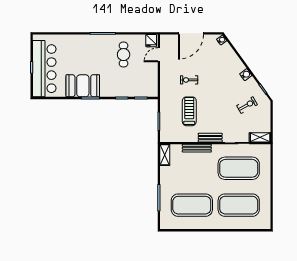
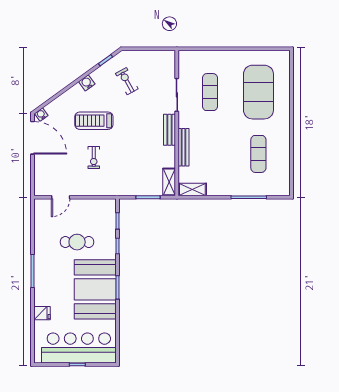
door: (191, 33) -> (32, 138), moved
fridge: (151, 41) -> (42, 313), moved
cafe table: (124, 55) -> (77, 242), moved
door: (159, 55) -> (61, 197), hinge flipped
booth: (83, 86) -> (95, 289), width x1.36, depth x1.42
treadmill: (189, 111) -> (94, 121), moved
shelving: (260, 137) -> (169, 182), moved
exercise mat: (239, 168) -> (210, 92), width x0.50, depth x0.69
exercise mat: (192, 205) -> (258, 154), width x0.50, depth x0.69

